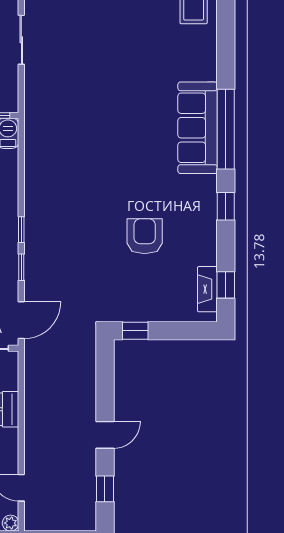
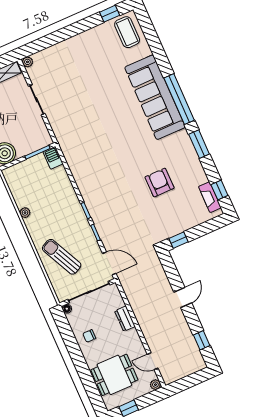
sofa: (198, 128) -> (155, 97), width x1.36, depth x1.27
window: (226, 206) -> (199, 144), width x1.50
door: (21, 320) -> (109, 263), hinge flipped
door: (105, 435) -> (183, 298), moved

